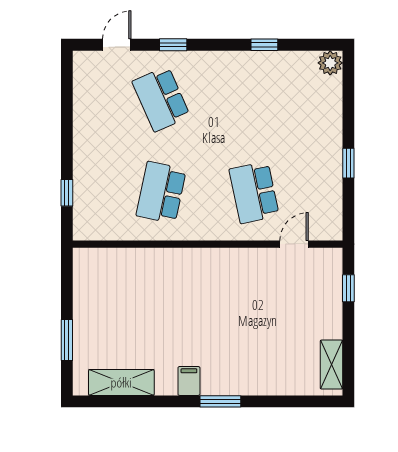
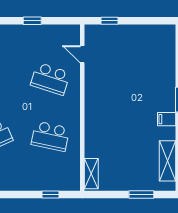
school desk: (254, 192) -> (50, 79), turned 30
shelving: (331, 365) -> (91, 174), moved, turned 90

